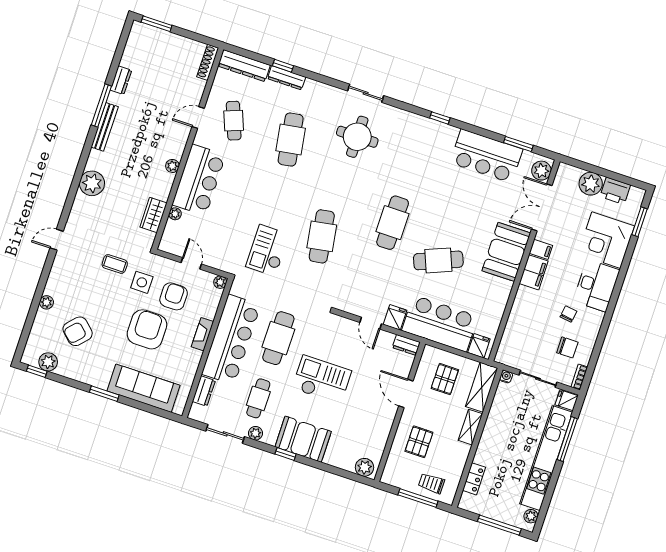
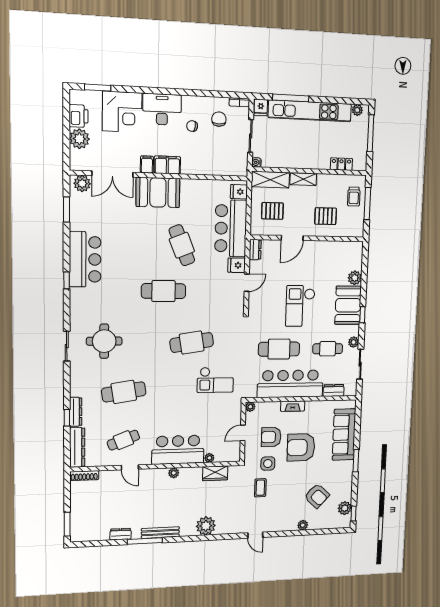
bar counter: (486, 156) -> (85, 259), moved
plant: (364, 467) -> (355, 278), moved

